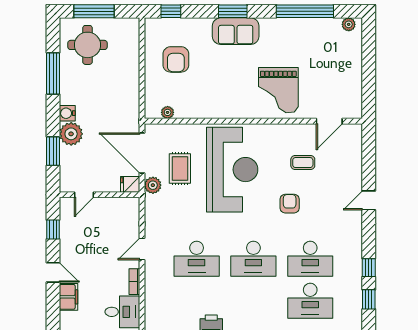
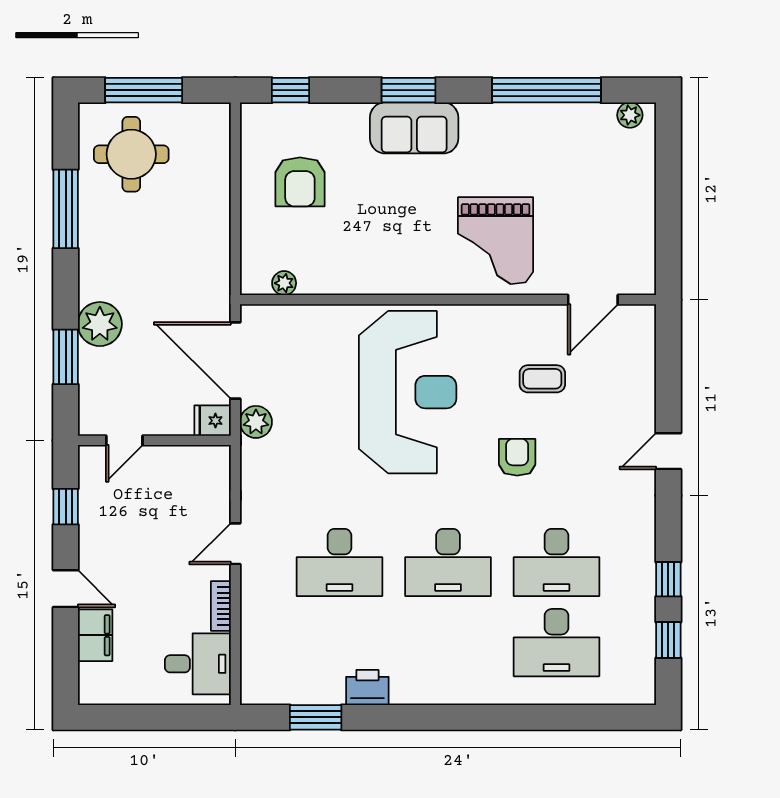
water cooler: (67, 113) -> (93, 285), removed
rug: (180, 169) -> (308, 390), removed

